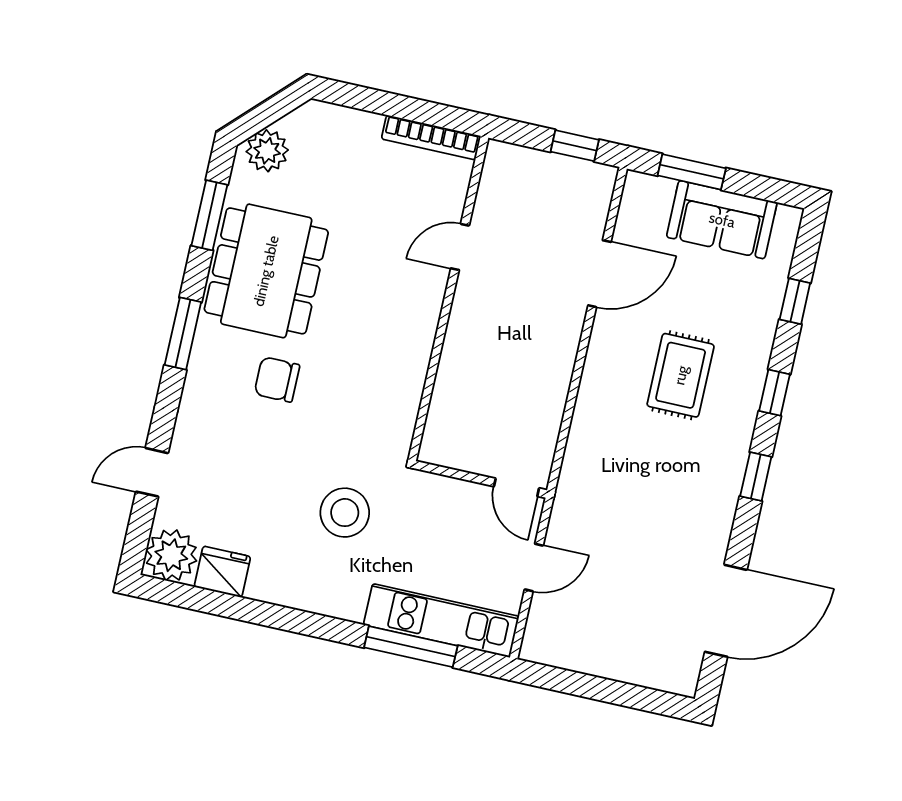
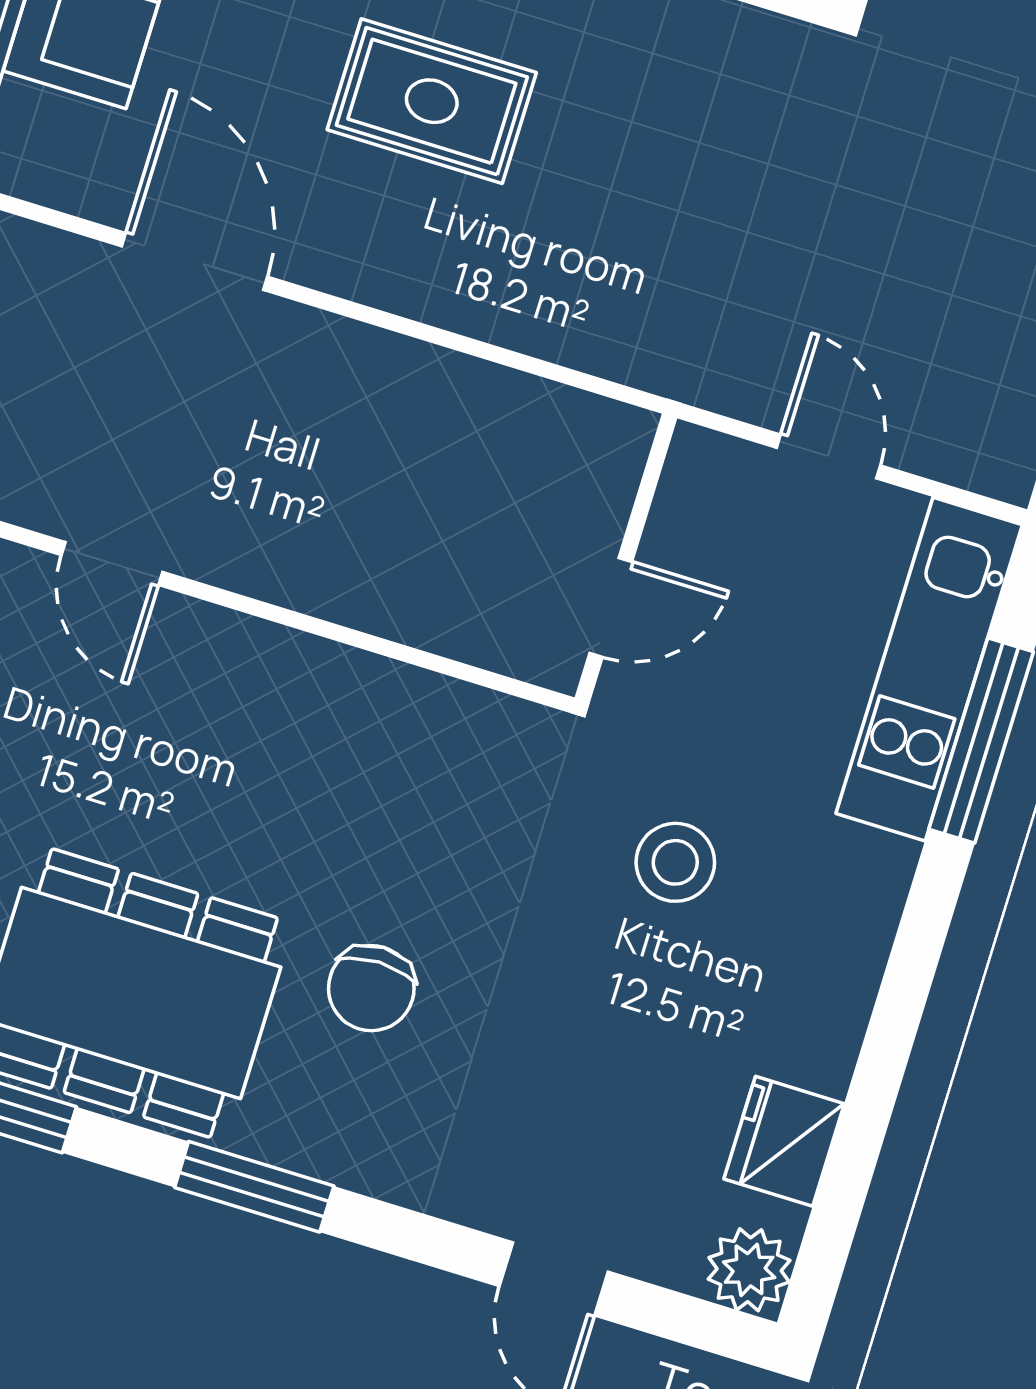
door: (516, 487) -> (611, 607), moved
stool: (345, 513) -> (675, 862), width x0.73, depth x0.73
plant: (171, 555) -> (749, 1270), width x0.73, depth x0.73

